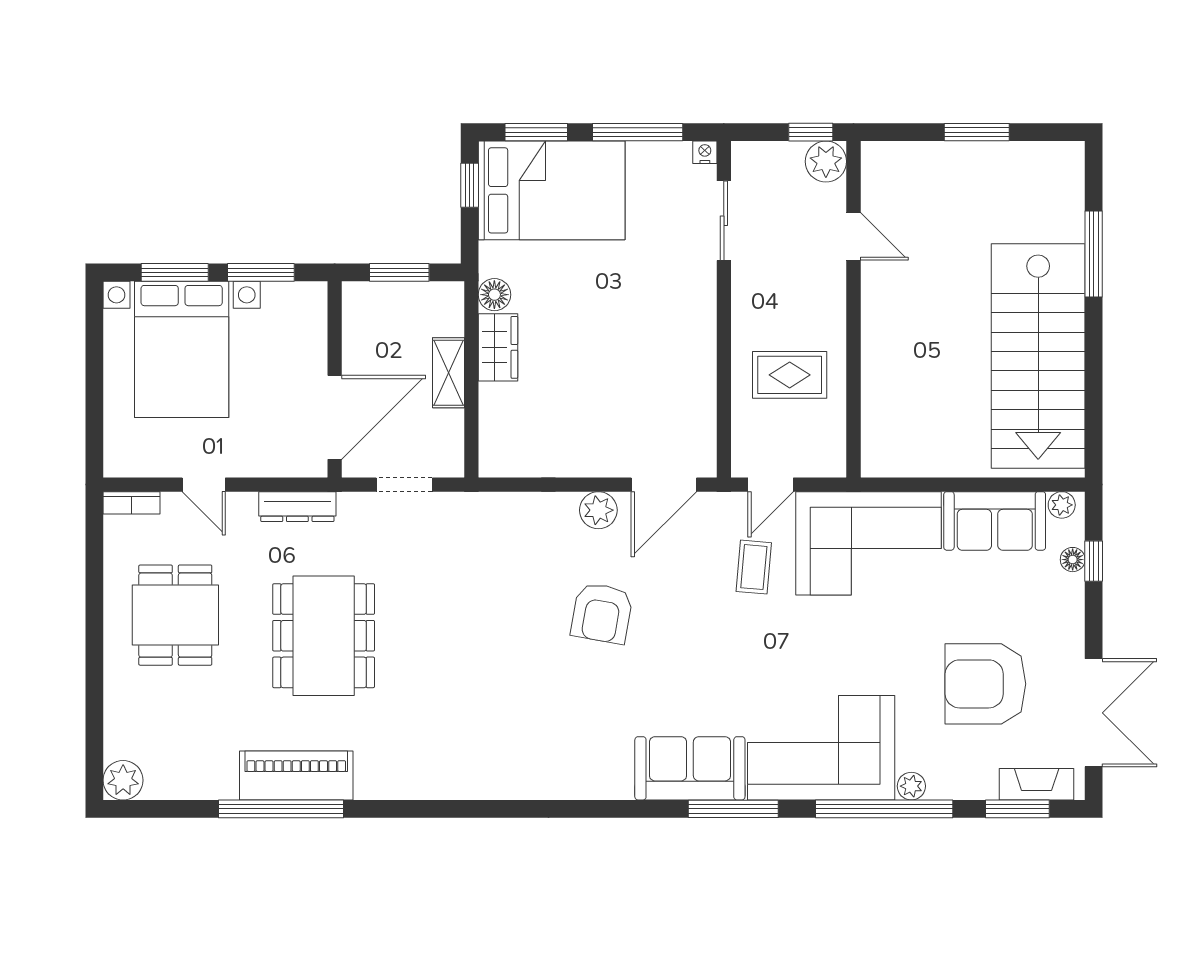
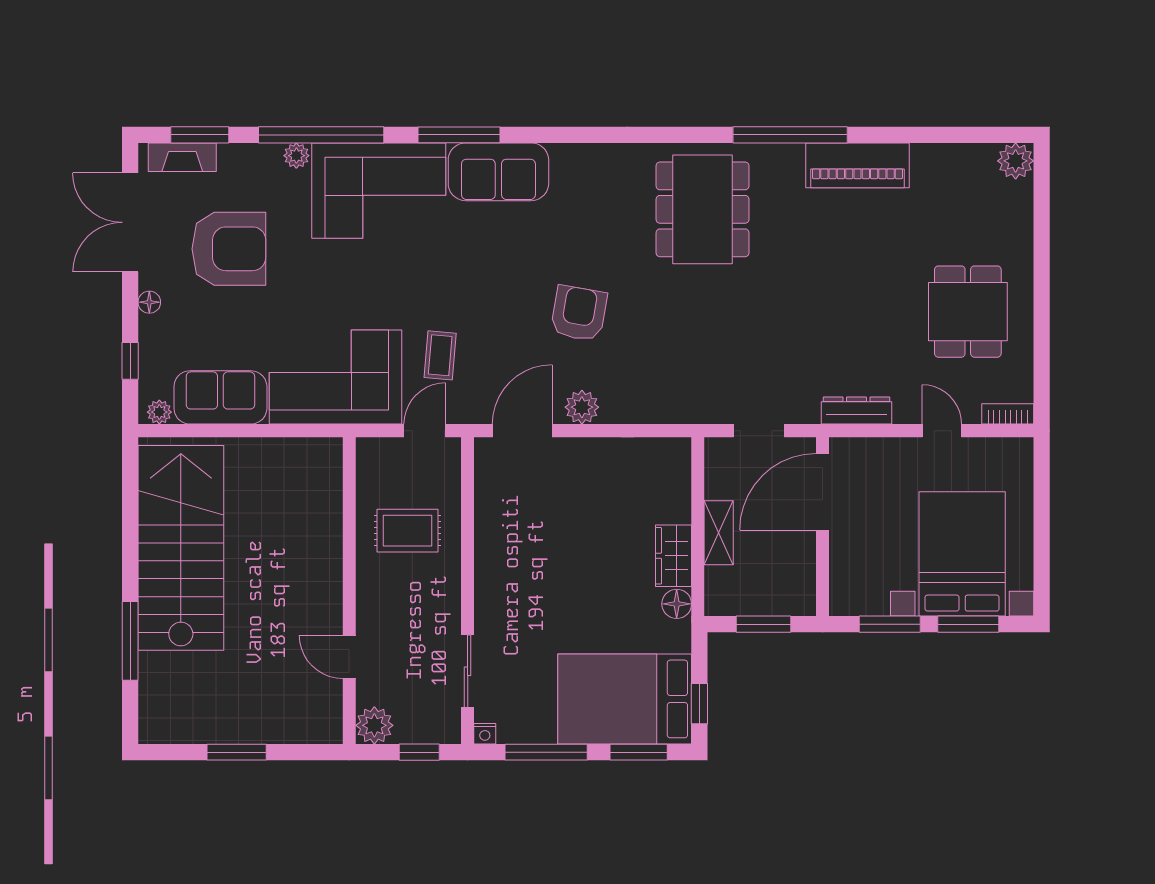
window: (811, 132) -> (419, 752), moved
floor lamp: (1073, 560) -> (149, 302), moved
dining table: (324, 636) -> (703, 209), moved
window: (281, 809) -> (790, 135), moved

